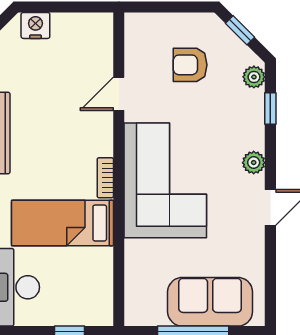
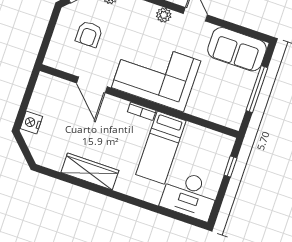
door: (119, 94) -> (92, 85), width x1.38
sofa: (210, 302) -> (237, 49), moved, turned -90

